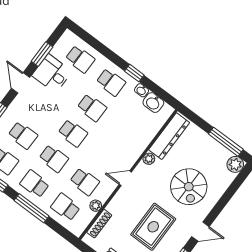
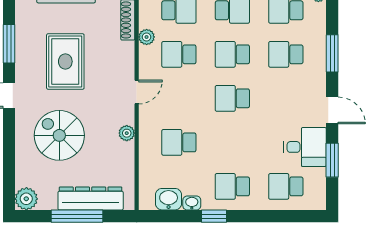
school desk: (92, 108) -> (179, 142), moved
dresser: (169, 136) -> (91, 198), moved, turned 90
window: (226, 142) -> (77, 216), moved

